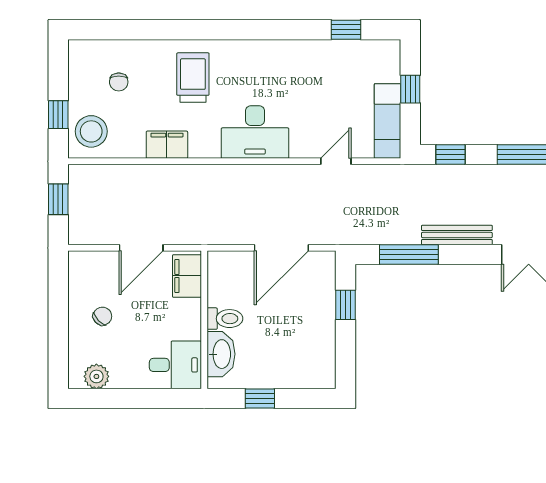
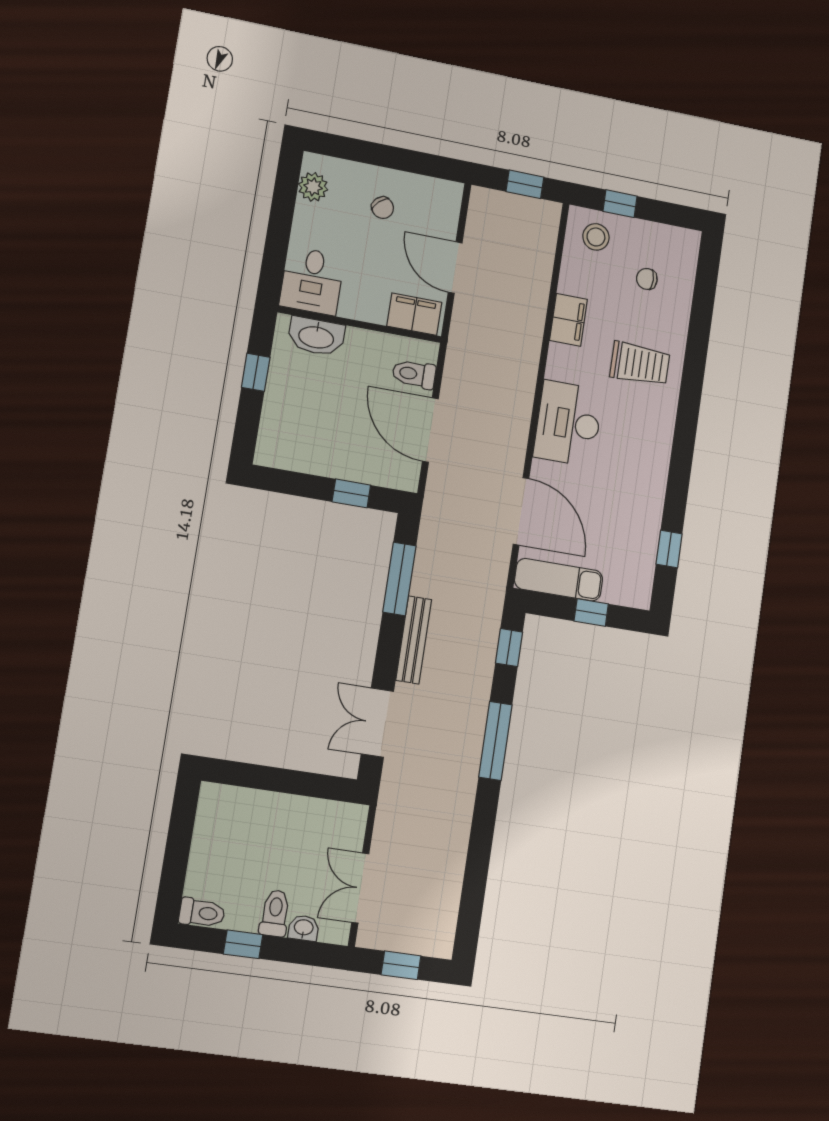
stool: (91, 131) -> (596, 237), width x0.73, depth x0.73
door: (336, 161) -> (521, 511), width x1.87
toilet: (225, 319) -> (414, 374), moved, turned 90

